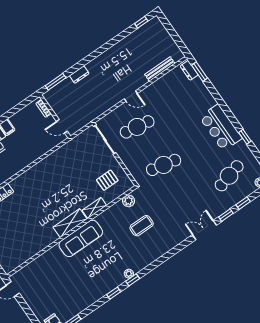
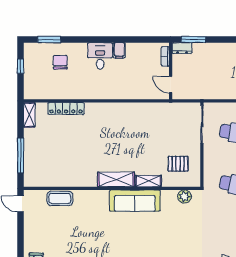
dresser: (79, 75) -> (182, 48), moved
coffee table: (142, 226) -> (60, 198), moved
sofa: (81, 238) -> (135, 201), moved

